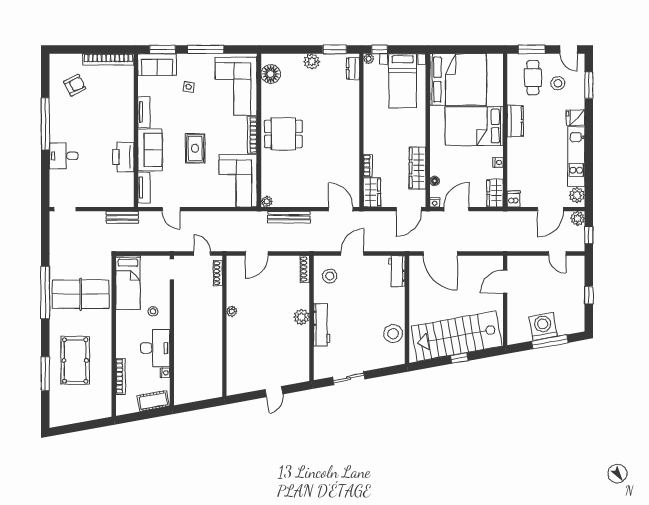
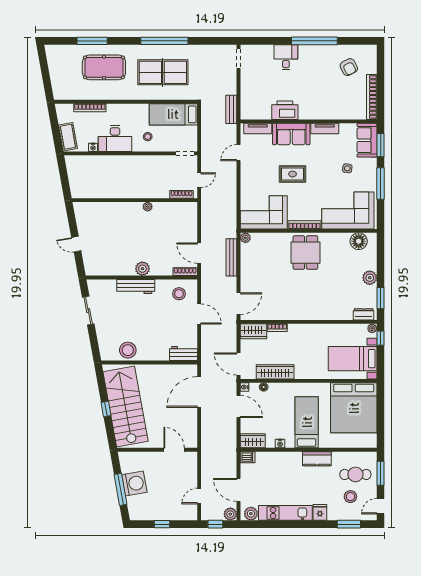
bed: (474, 126) -> (307, 422), width x0.67
door: (257, 253) -> (199, 253), moved
table tennis table: (81, 294) -> (163, 72), turned 90

